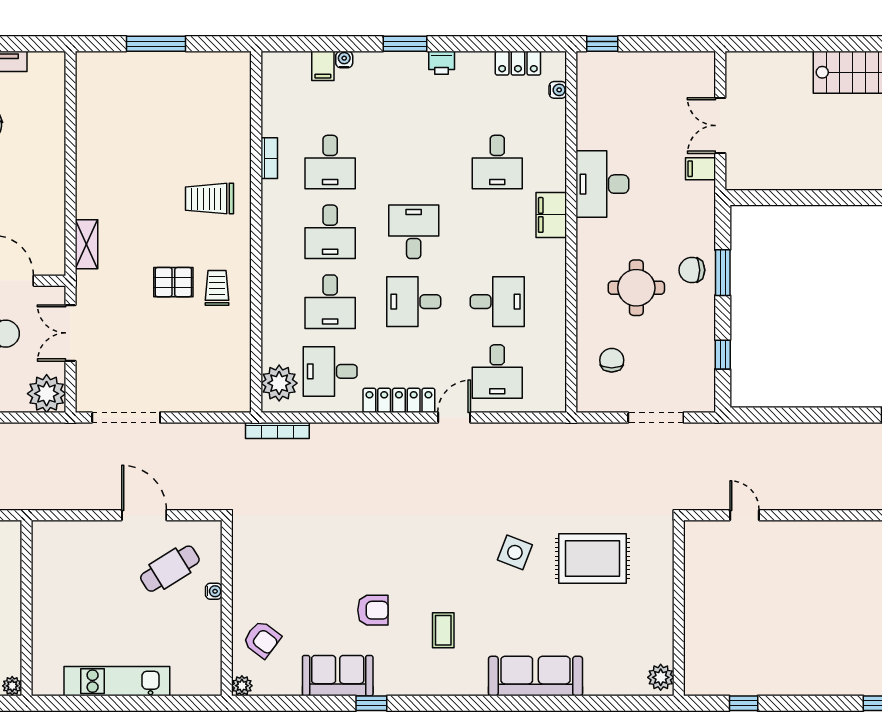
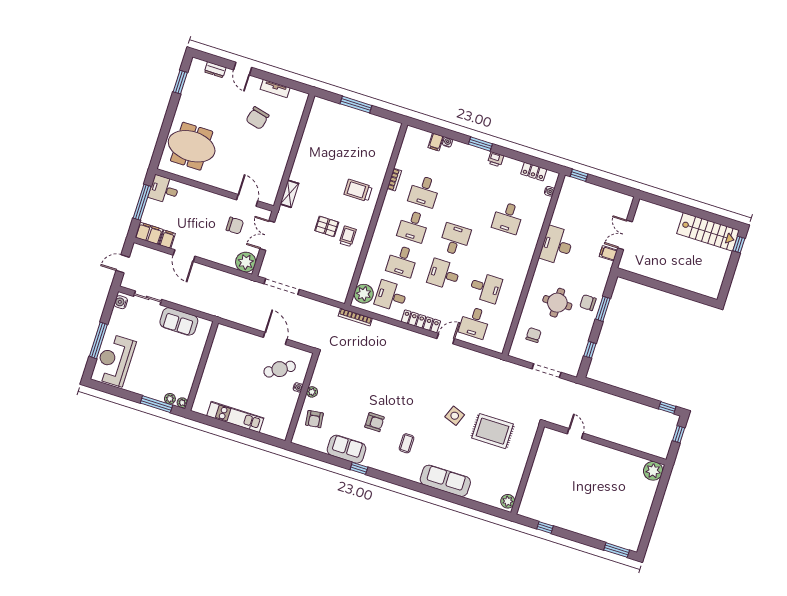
filing cabinet: (551, 215) -> (526, 253), removed
armchair: (262, 639) -> (314, 419), turned 46
plant: (242, 686) -> (312, 392), moved

